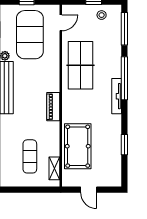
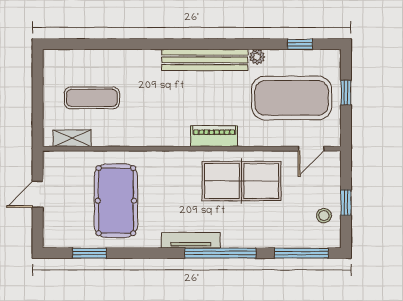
door: (61, 23) -> (311, 149), hinge flipped
piano: (53, 107) -> (214, 136), moved
window: (124, 145) -> (89, 253), moved
pool table: (78, 146) -> (116, 201), moved, turned 90

